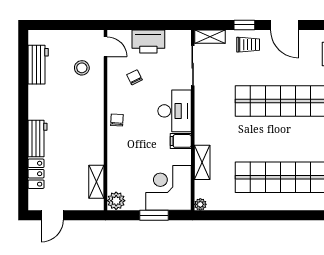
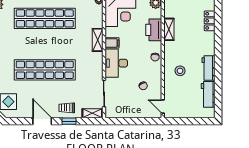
printer: (148, 41) -> (154, 30), moved, turned -90
stool: (82, 68) -> (180, 71), moved
workbench: (38, 138) -> (209, 68), moved
shelving: (202, 162) -> (98, 40), moved
shelving: (96, 182) -> (169, 29), moved

